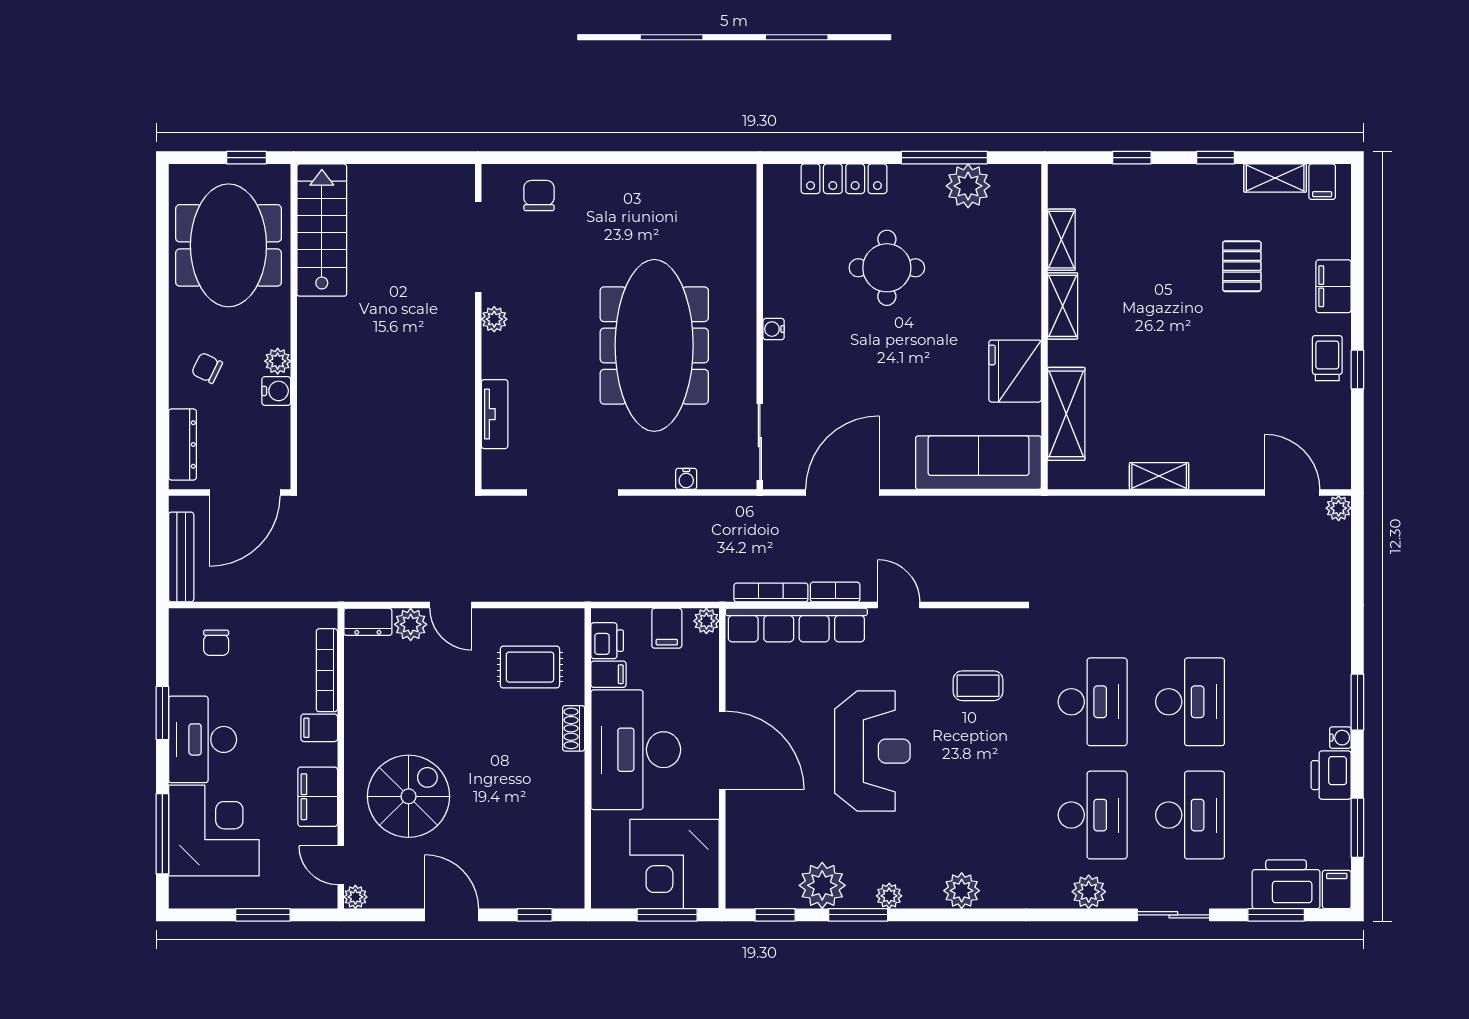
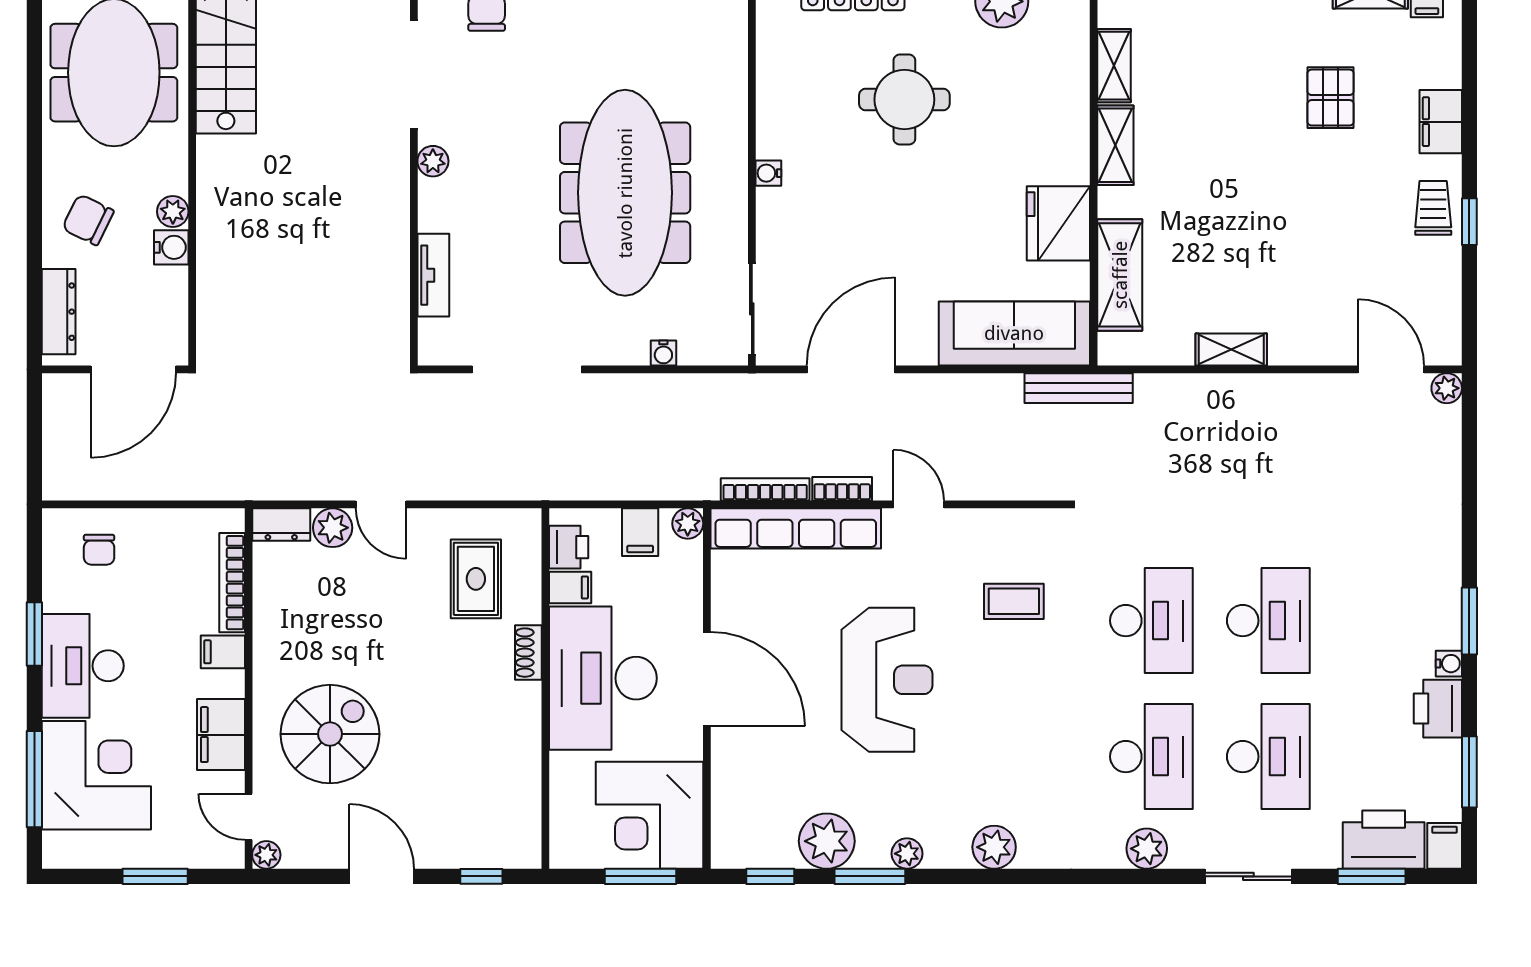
chair: (207, 368) -> (88, 220), width x1.37, depth x1.37
bench: (181, 557) -> (1079, 388), moved, turned 90
rug: (530, 667) -> (476, 579), turned 90

